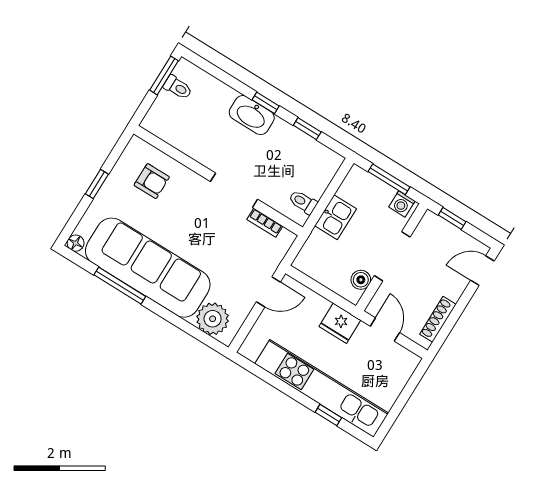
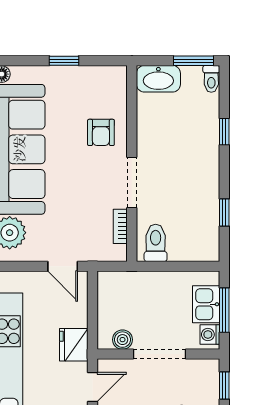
toilet: (178, 87) -> (211, 79), moved
window: (266, 103) -> (224, 132), moved
washbasin: (252, 115) -> (158, 79), moved, turned -90
armchair: (152, 181) -> (101, 132), moved
toilet: (303, 202) -> (156, 243), width x1.37, depth x1.39
kitchen sink: (336, 217) -> (206, 304), moved, turned 90

